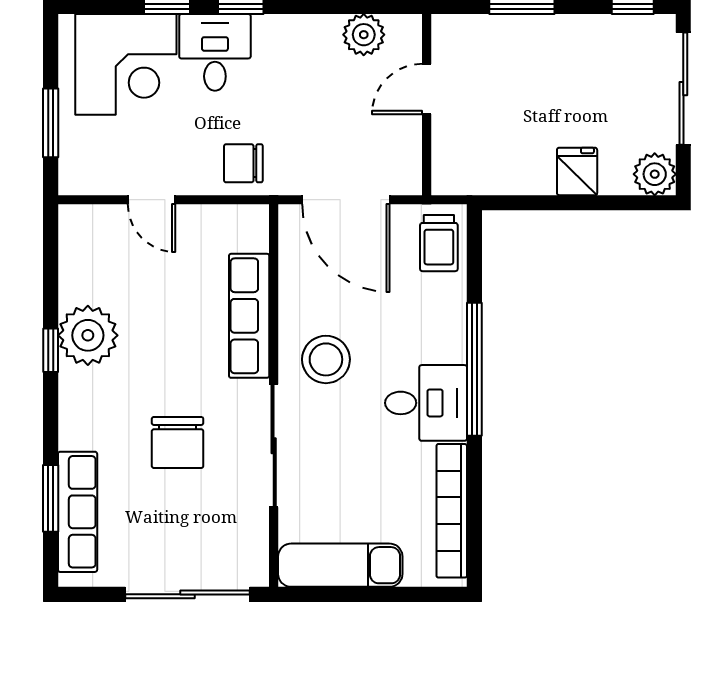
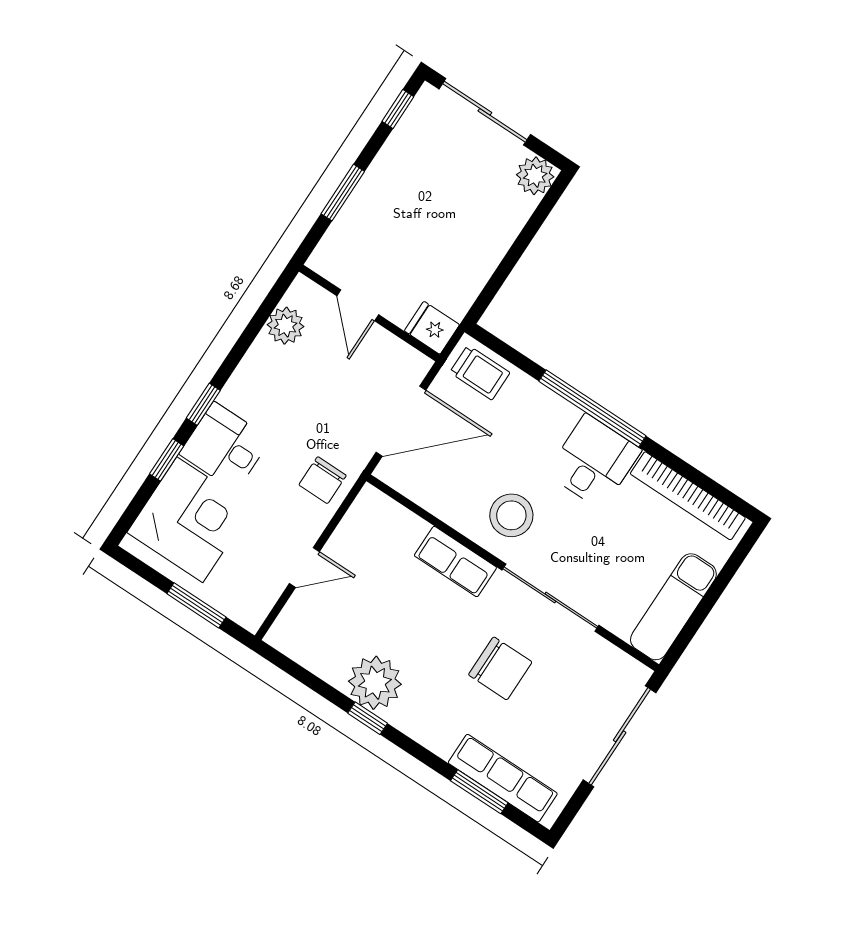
fridge: (577, 171) -> (432, 328), moved
row of seats: (249, 316) -> (455, 562), width x0.68

